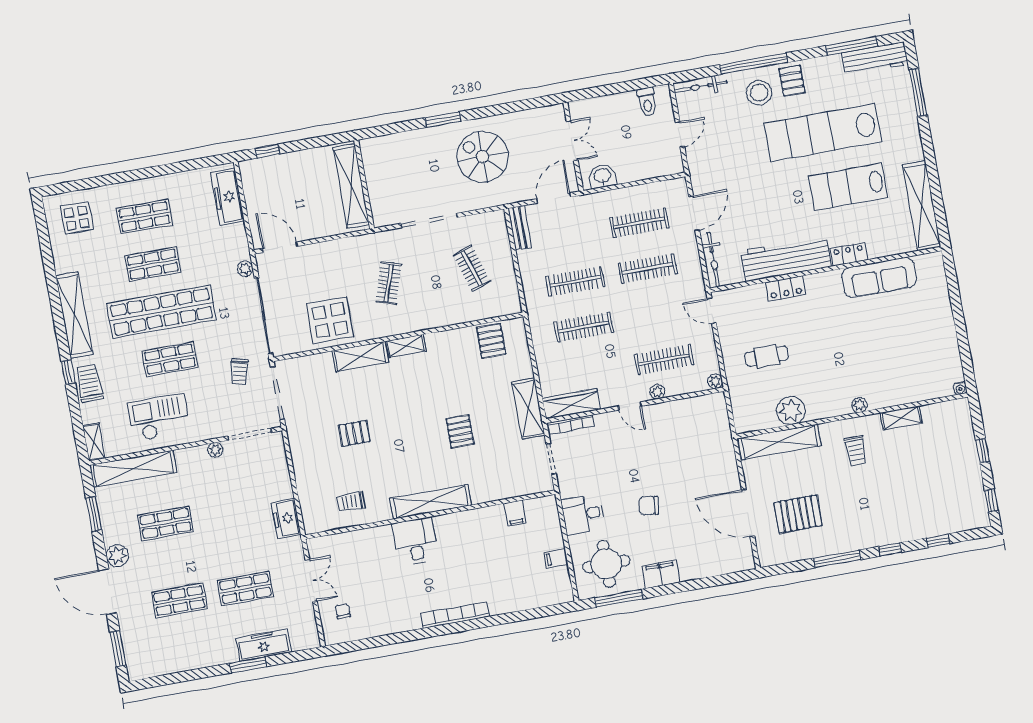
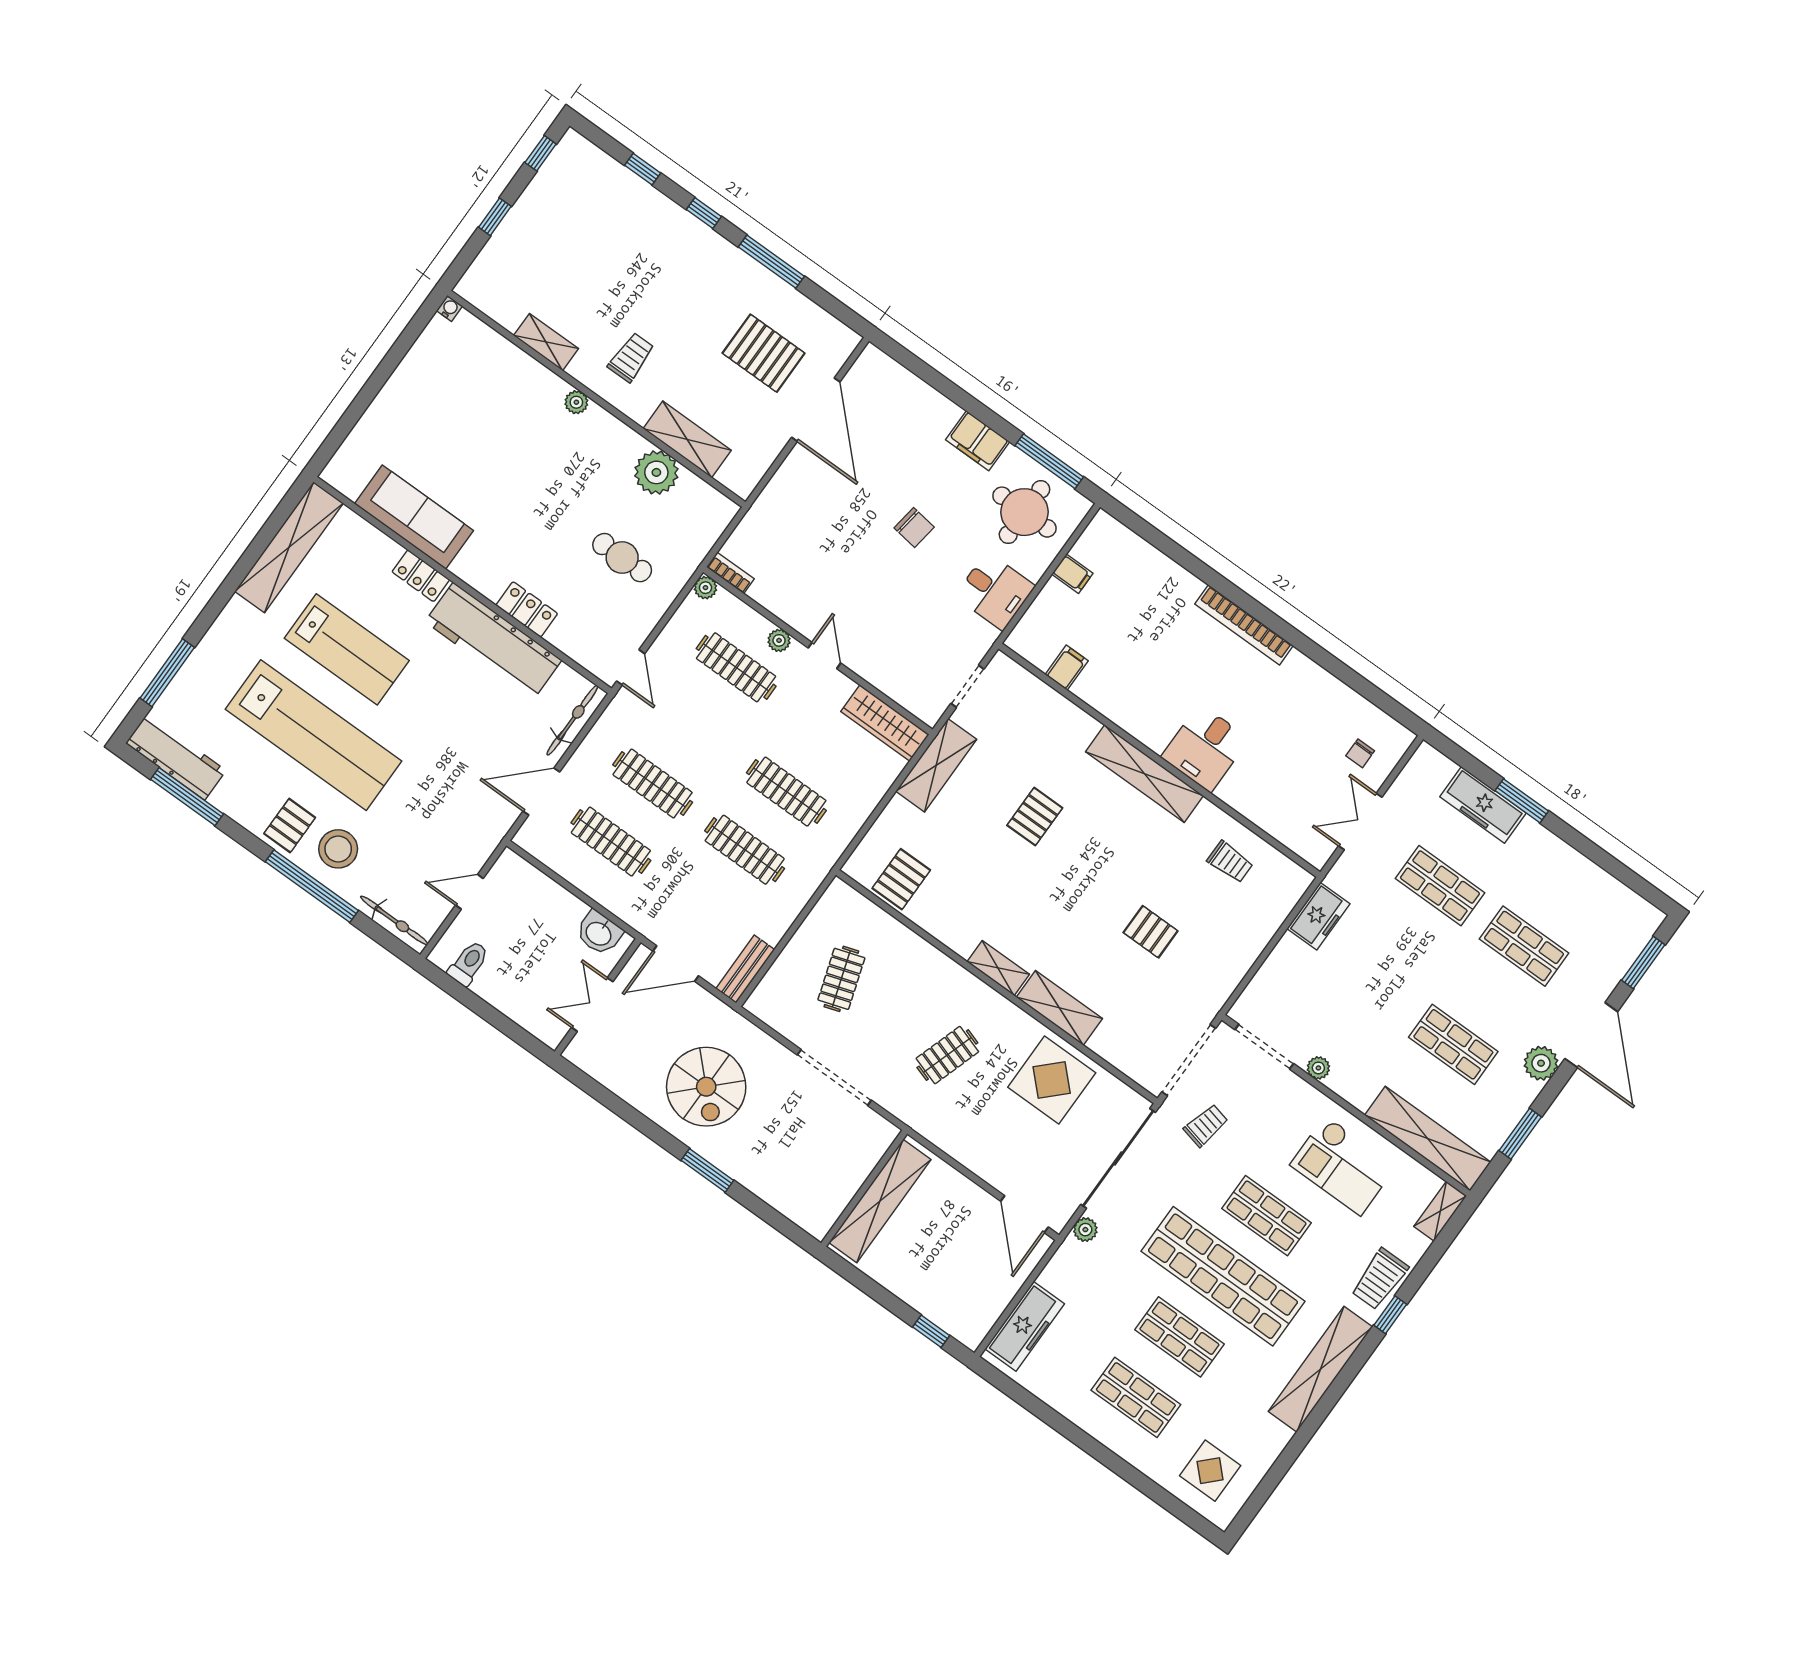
bookcase: (570, 425) -> (730, 573), moved, width x0.64
shelving: (780, 442) -> (687, 439), width x0.68

